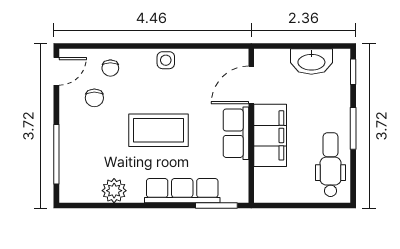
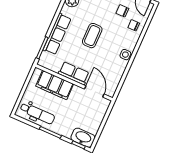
washbasin: (311, 61) -> (83, 138), moved, turned 90
coffee table: (159, 130) -> (92, 36), width x0.73, depth x0.76
filing cabinet: (270, 135) -> (55, 85), moved

